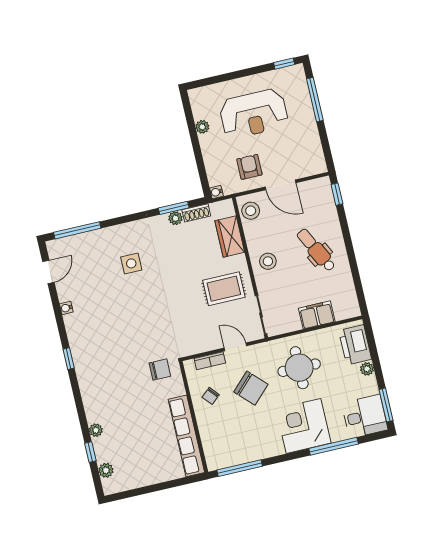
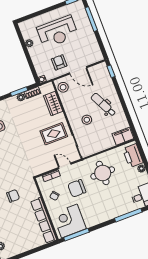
stool: (268, 261) -> (87, 120), moved
filing cabinet: (317, 315) -> (123, 136), moved
chair: (160, 370) -> (13, 196), moved
chair: (251, 388) -> (77, 188), turned 135
corner desk: (303, 426) -> (69, 221), moved

